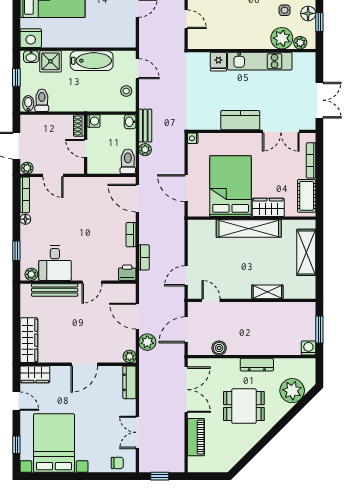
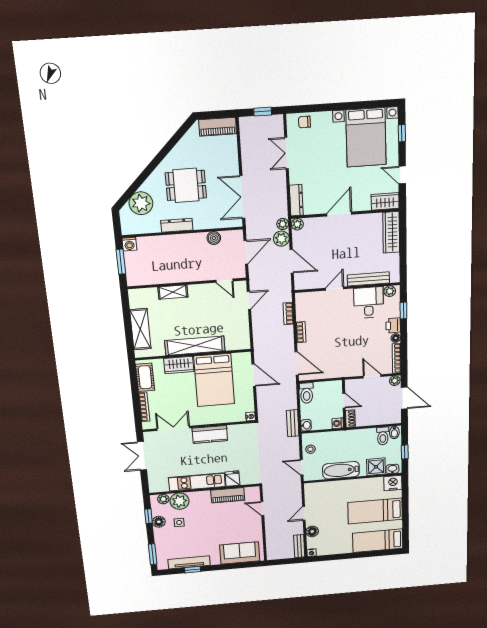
piano: (225, 41) -> (228, 495), added
plant: (145, 150) -> (283, 224), moved
printer: (127, 273) -> (393, 325), moved, turned 90
double door: (137, 432) -> (286, 153), swing flipped
piano: (196, 437) -> (218, 127), moved, turned -90

